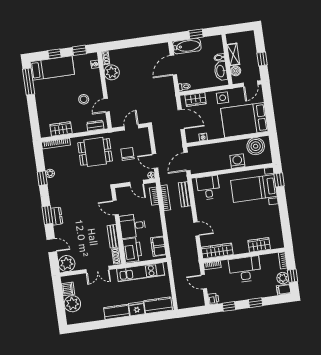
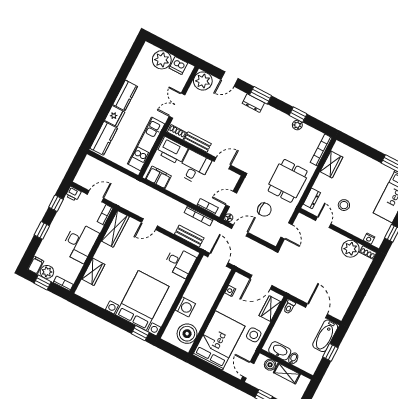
bed with nightstands: (254, 188) -> (142, 301), width x1.36

